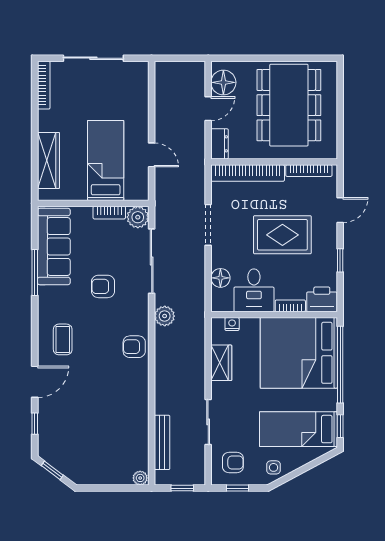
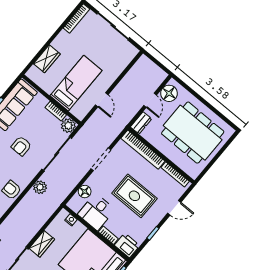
dining table: (289, 105) -> (193, 133), turned 90
door: (208, 109) -> (150, 100), hinge flipped
wardrobe: (48, 160) -> (47, 59), width x0.67
armchair: (103, 286) -> (21, 146), turned -90
wardrobe: (221, 363) -> (42, 244), moved

